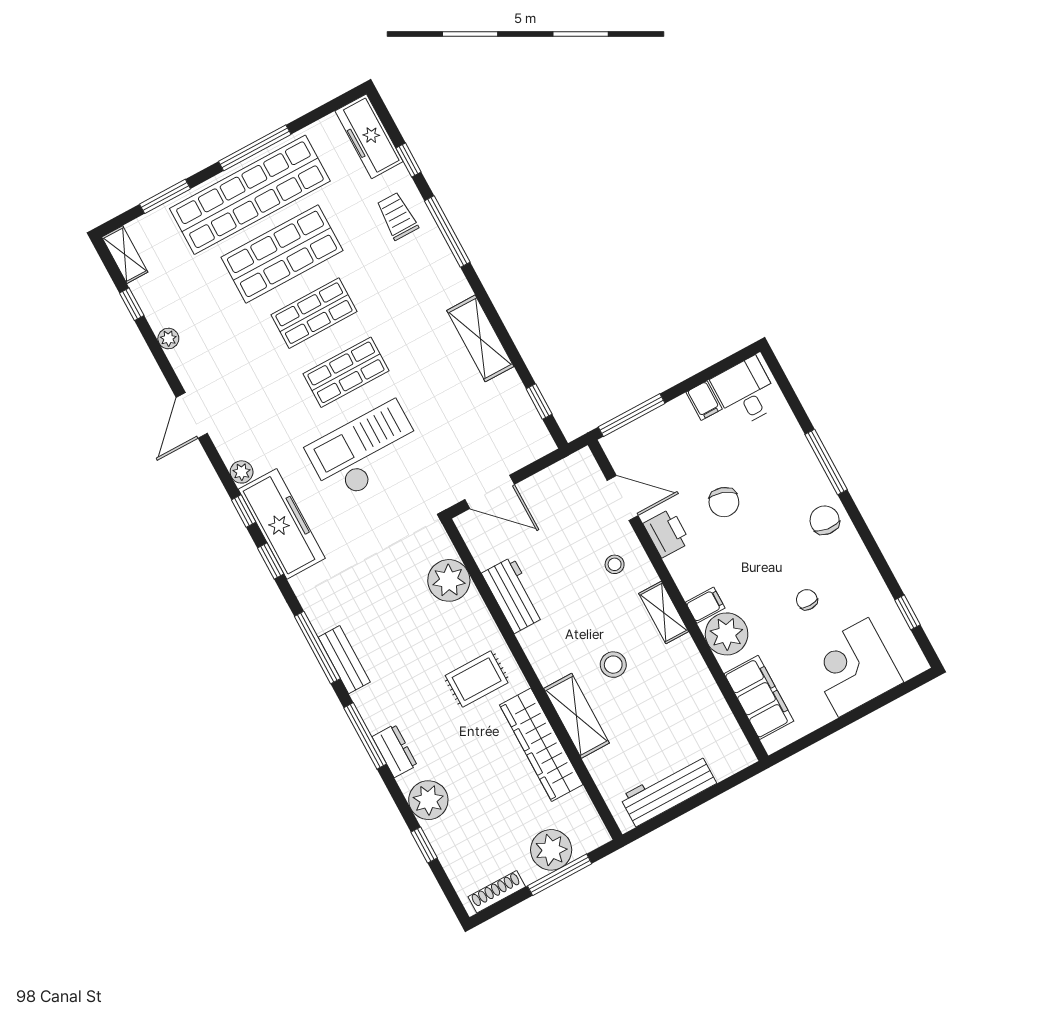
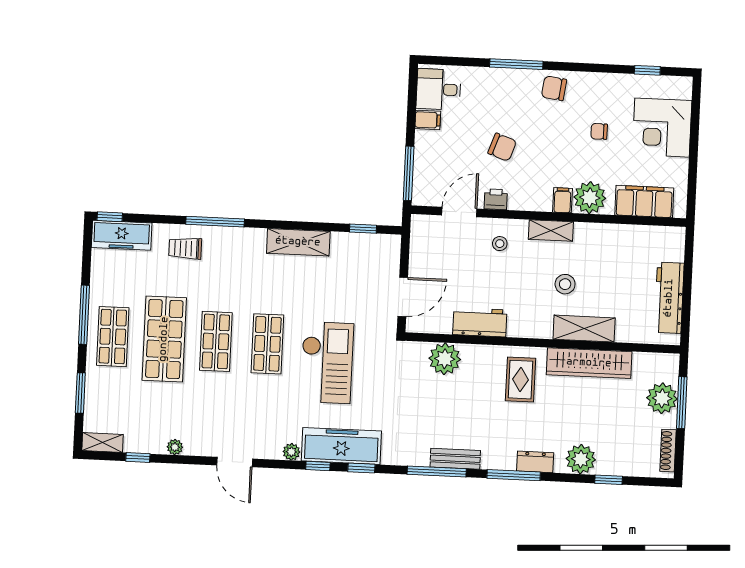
window: (409, 160) -> (110, 217), moved
shop shelf: (250, 195) -> (113, 337), width x0.50, depth x0.74
checkout: (365, 451) -> (327, 363), turned 180
printer: (667, 533) -> (496, 199), width x0.73, depth x0.81

